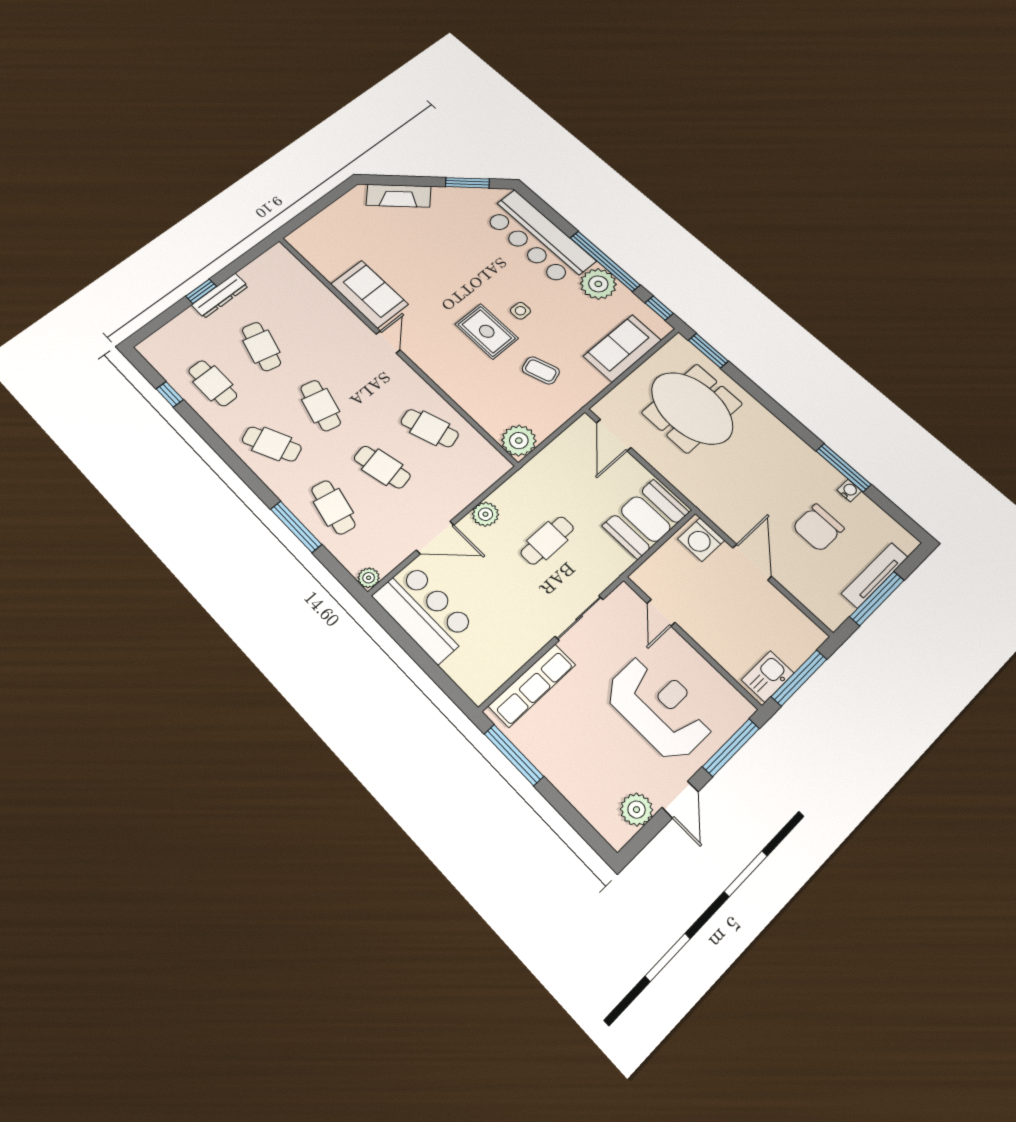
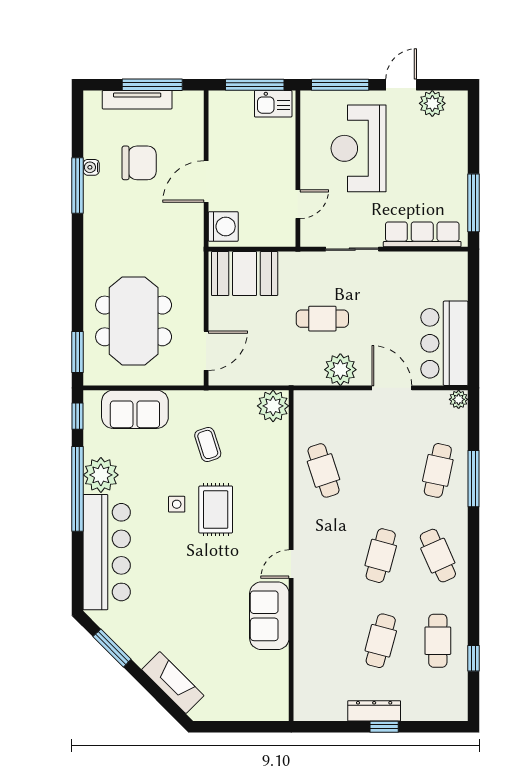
cafe table: (382, 467) -> (381, 470), removed
plant: (485, 514) -> (340, 370), width x1.36, depth x1.36

